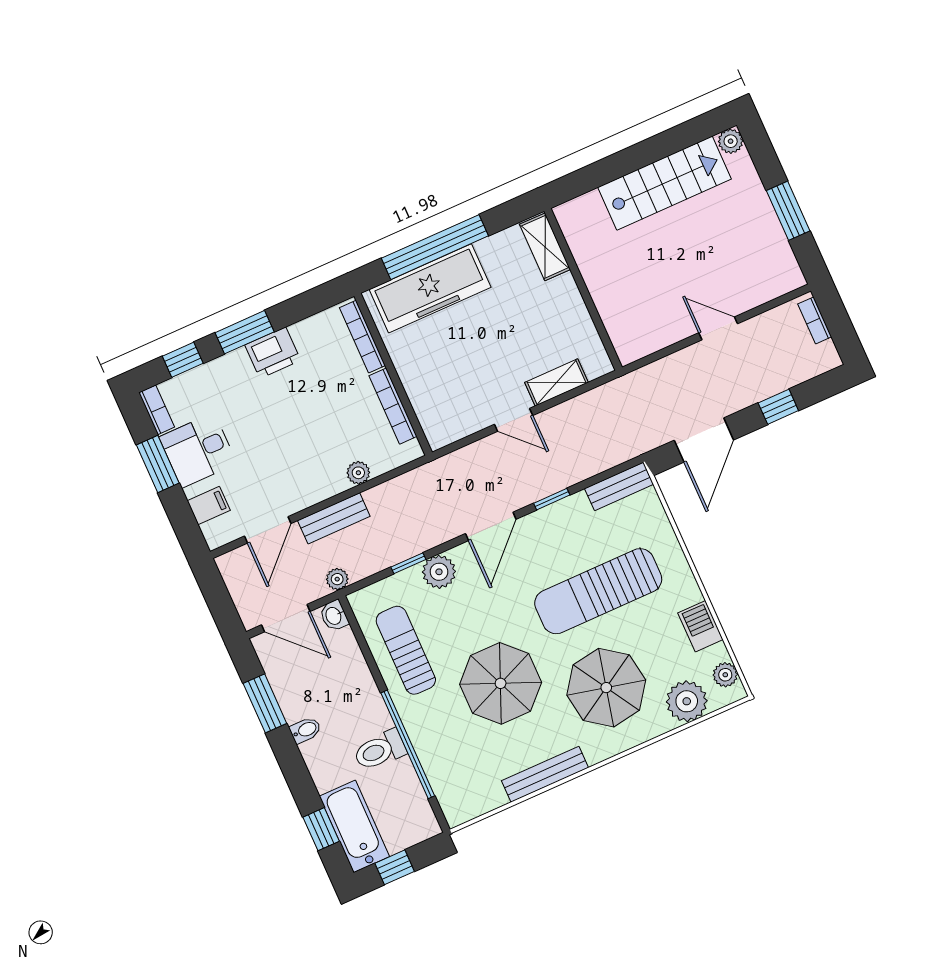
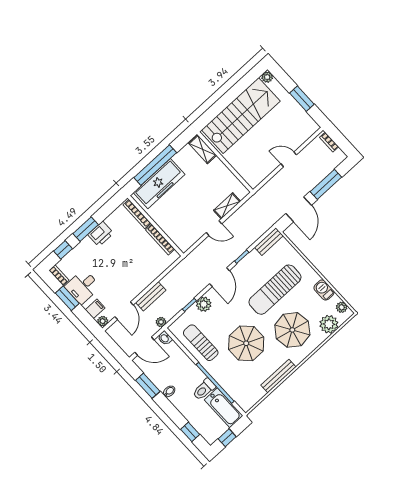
stairs: (664, 183) -> (241, 116), width x1.36, depth x1.51
window: (778, 407) -> (326, 184), width x2.17
plant: (358, 473) -> (103, 321), moved
bathtub: (354, 826) -> (224, 408), moved, turned 180

